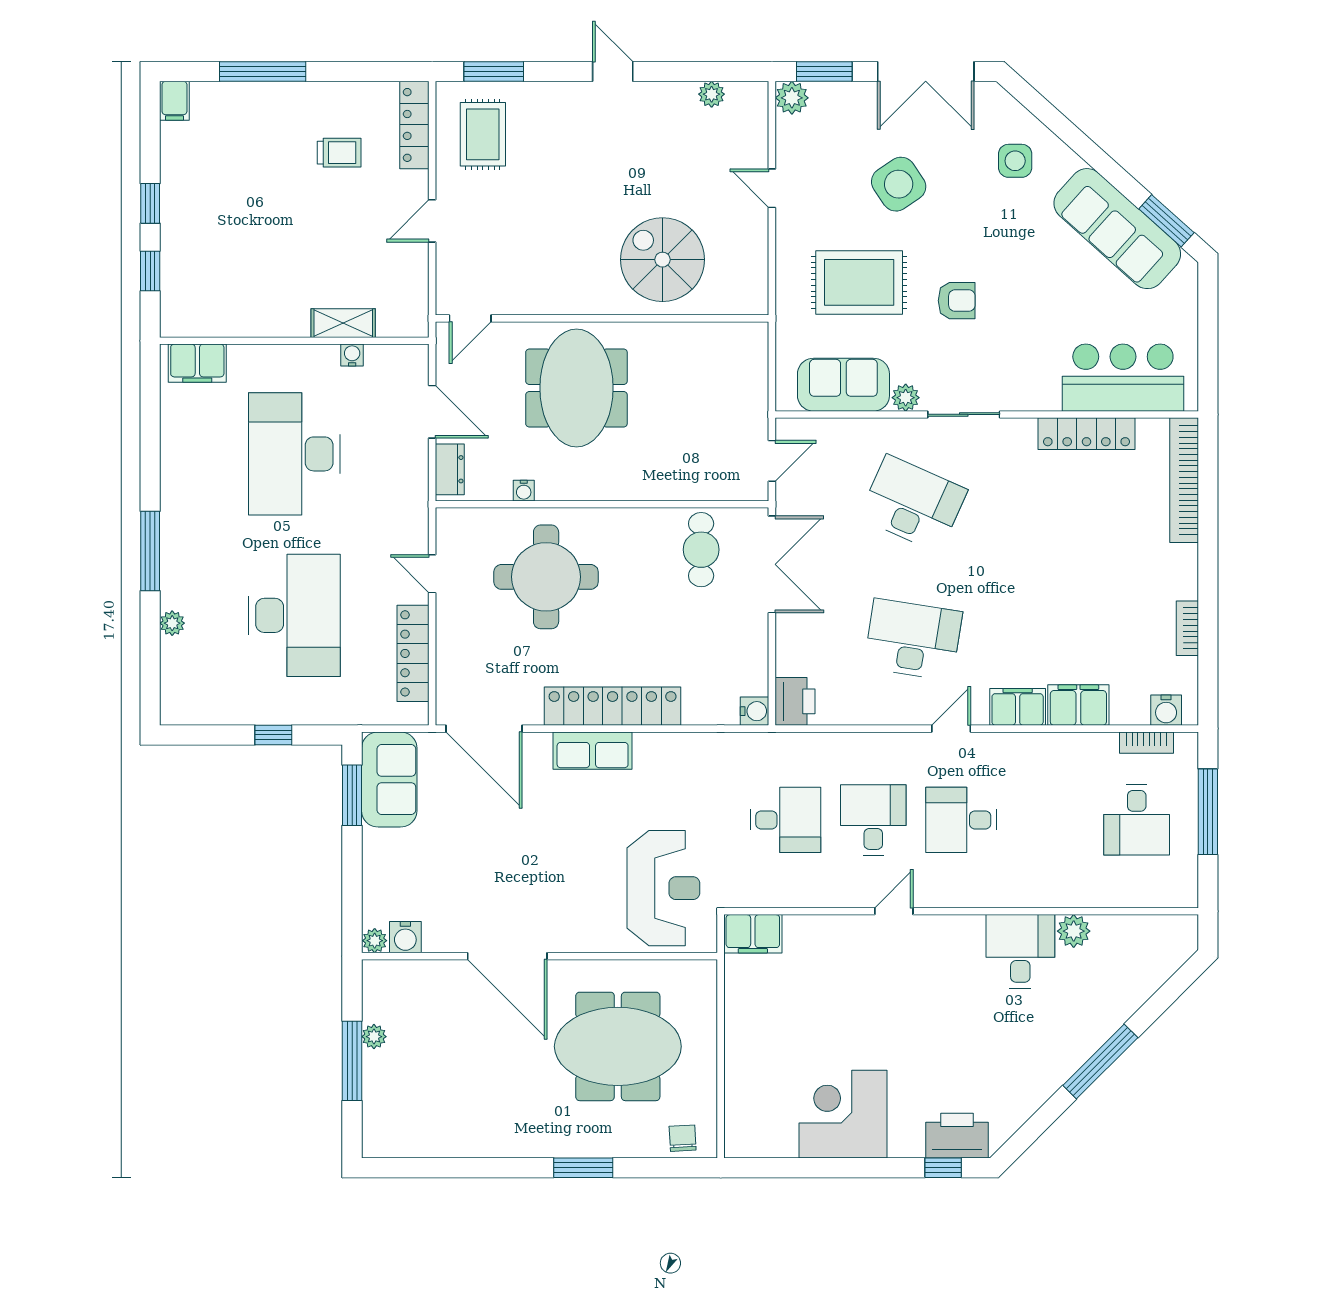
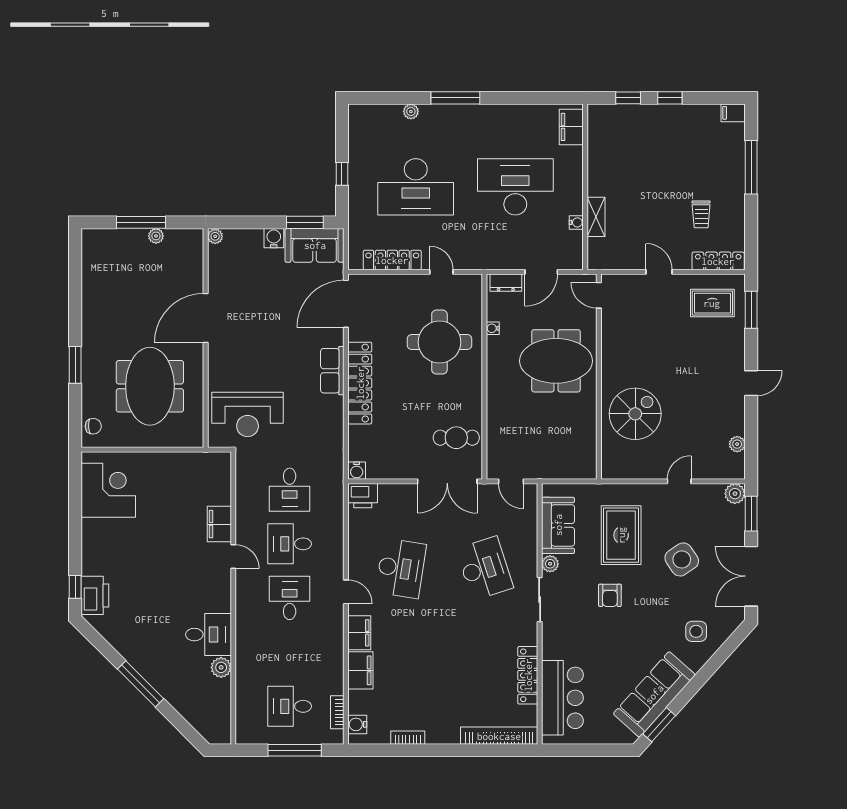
desk: (913, 504) -> (485, 568), turned -42
door: (432, 574) -> (441, 272), hinge flipped
desk: (873, 820) -> (290, 544), turned 180
filing cabinet: (753, 934) -> (219, 524), moved
water cooler: (405, 937) -> (274, 238), moved, turned 90
corner desk: (843, 1114) -> (108, 490), moved

